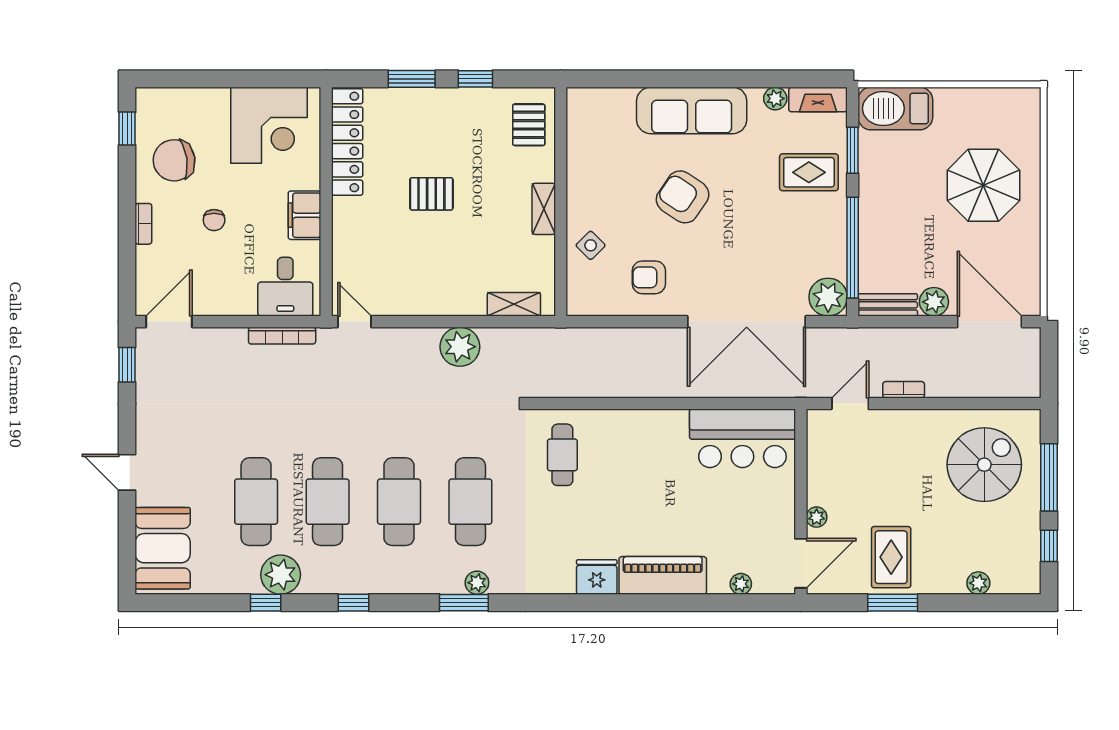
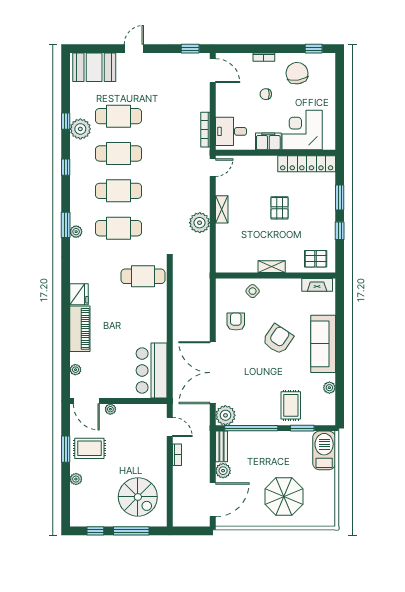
fireplace: (818, 99) -> (317, 285), moved, turned -90
corner desk: (269, 125) -> (302, 130), moved, turned 90
shelving: (514, 304) -> (222, 209), moved
cafe table: (562, 455) -> (143, 276), width x1.37, depth x1.35
plant: (978, 583) -> (76, 479), moved

